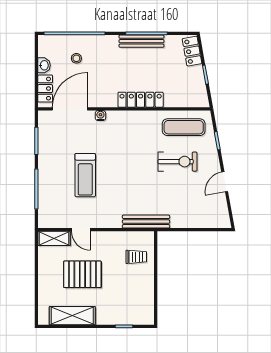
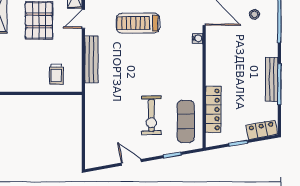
locker: (141, 100) -> (213, 109), moved
bench: (146, 222) -> (92, 59), moved

